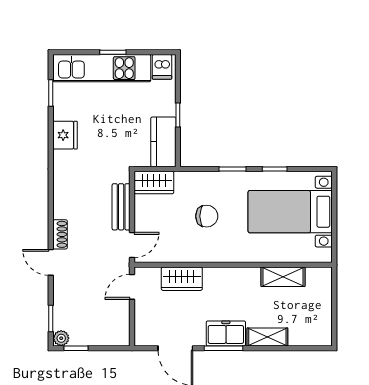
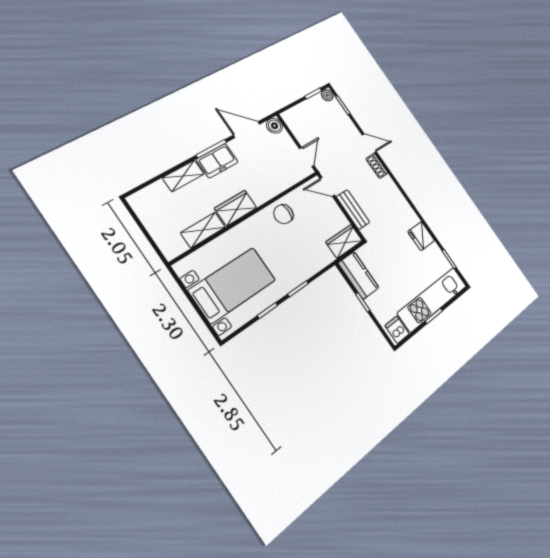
chair: (207, 216) -> (283, 214), moved
door: (132, 245) -> (327, 187), hinge flipped
wardrobe: (182, 279) -> (236, 208), moved
boiler: (144, 337) -> (275, 126), added

